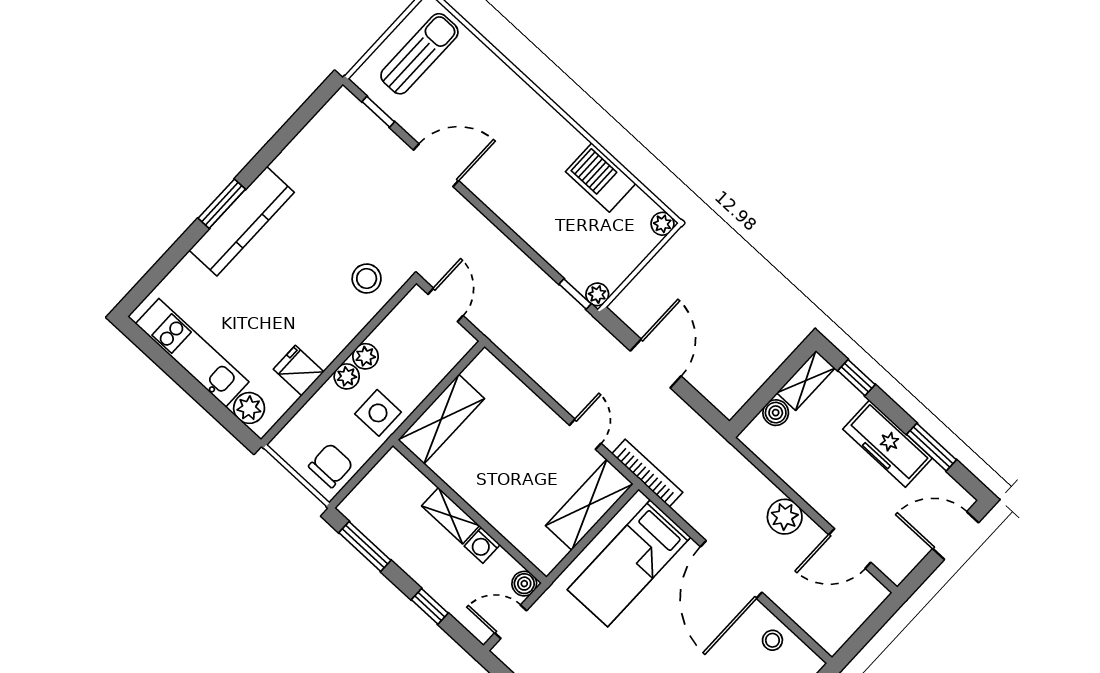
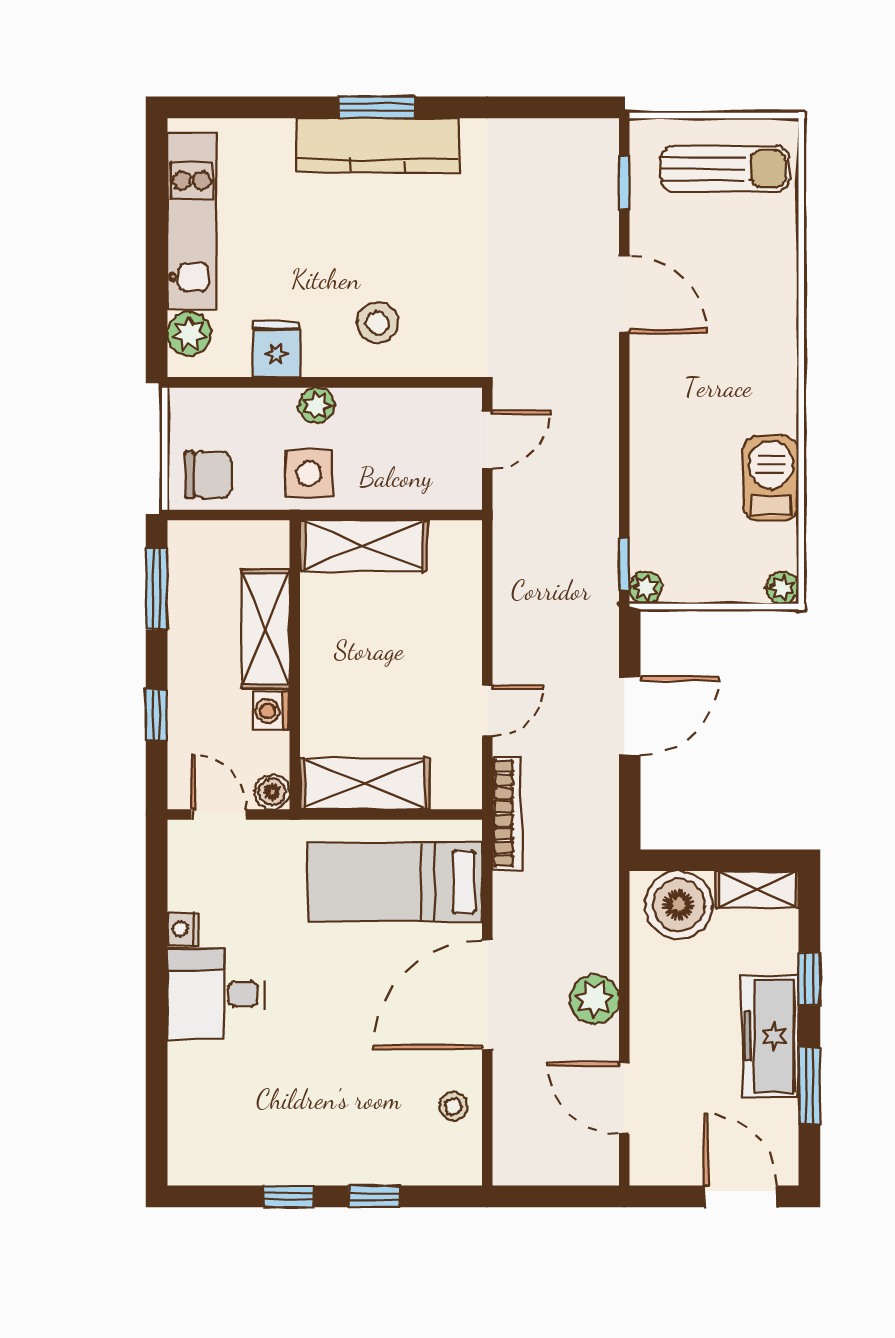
stool: (367, 279) -> (377, 323), moved
plant: (366, 356) -> (356, 406), removed
window: (856, 378) -> (809, 979), moved
boiler: (776, 413) -> (679, 905), width x1.86, depth x1.86
shelving: (589, 505) -> (364, 783), moved
shelving: (451, 516) -> (266, 629), width x1.50, depth x1.33

